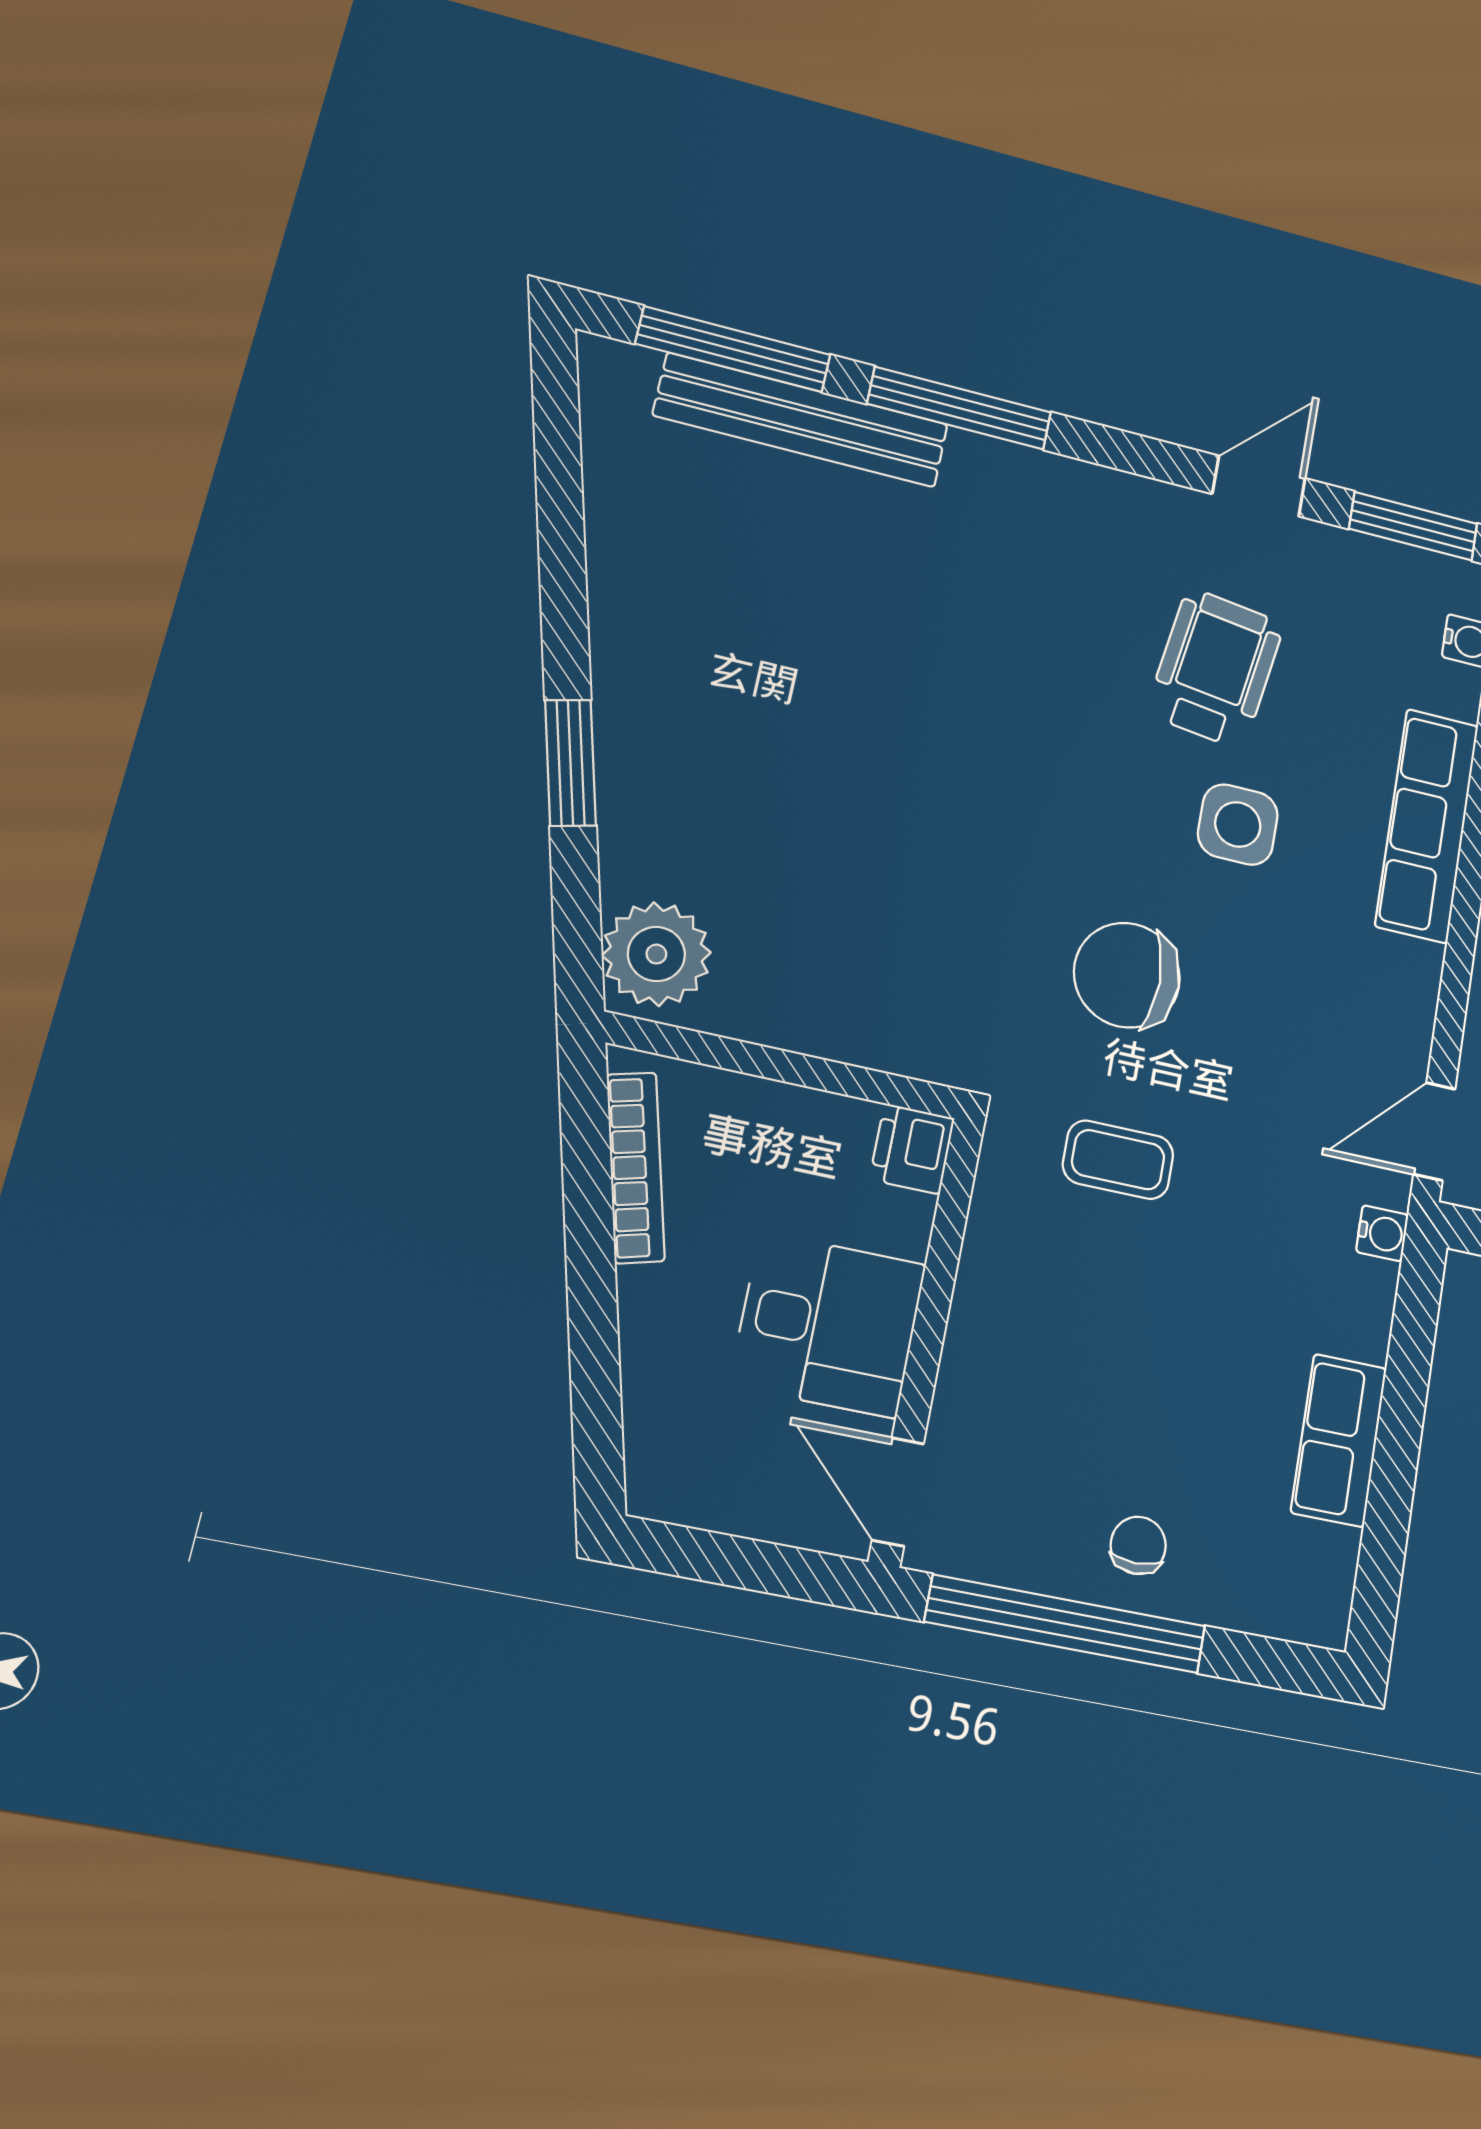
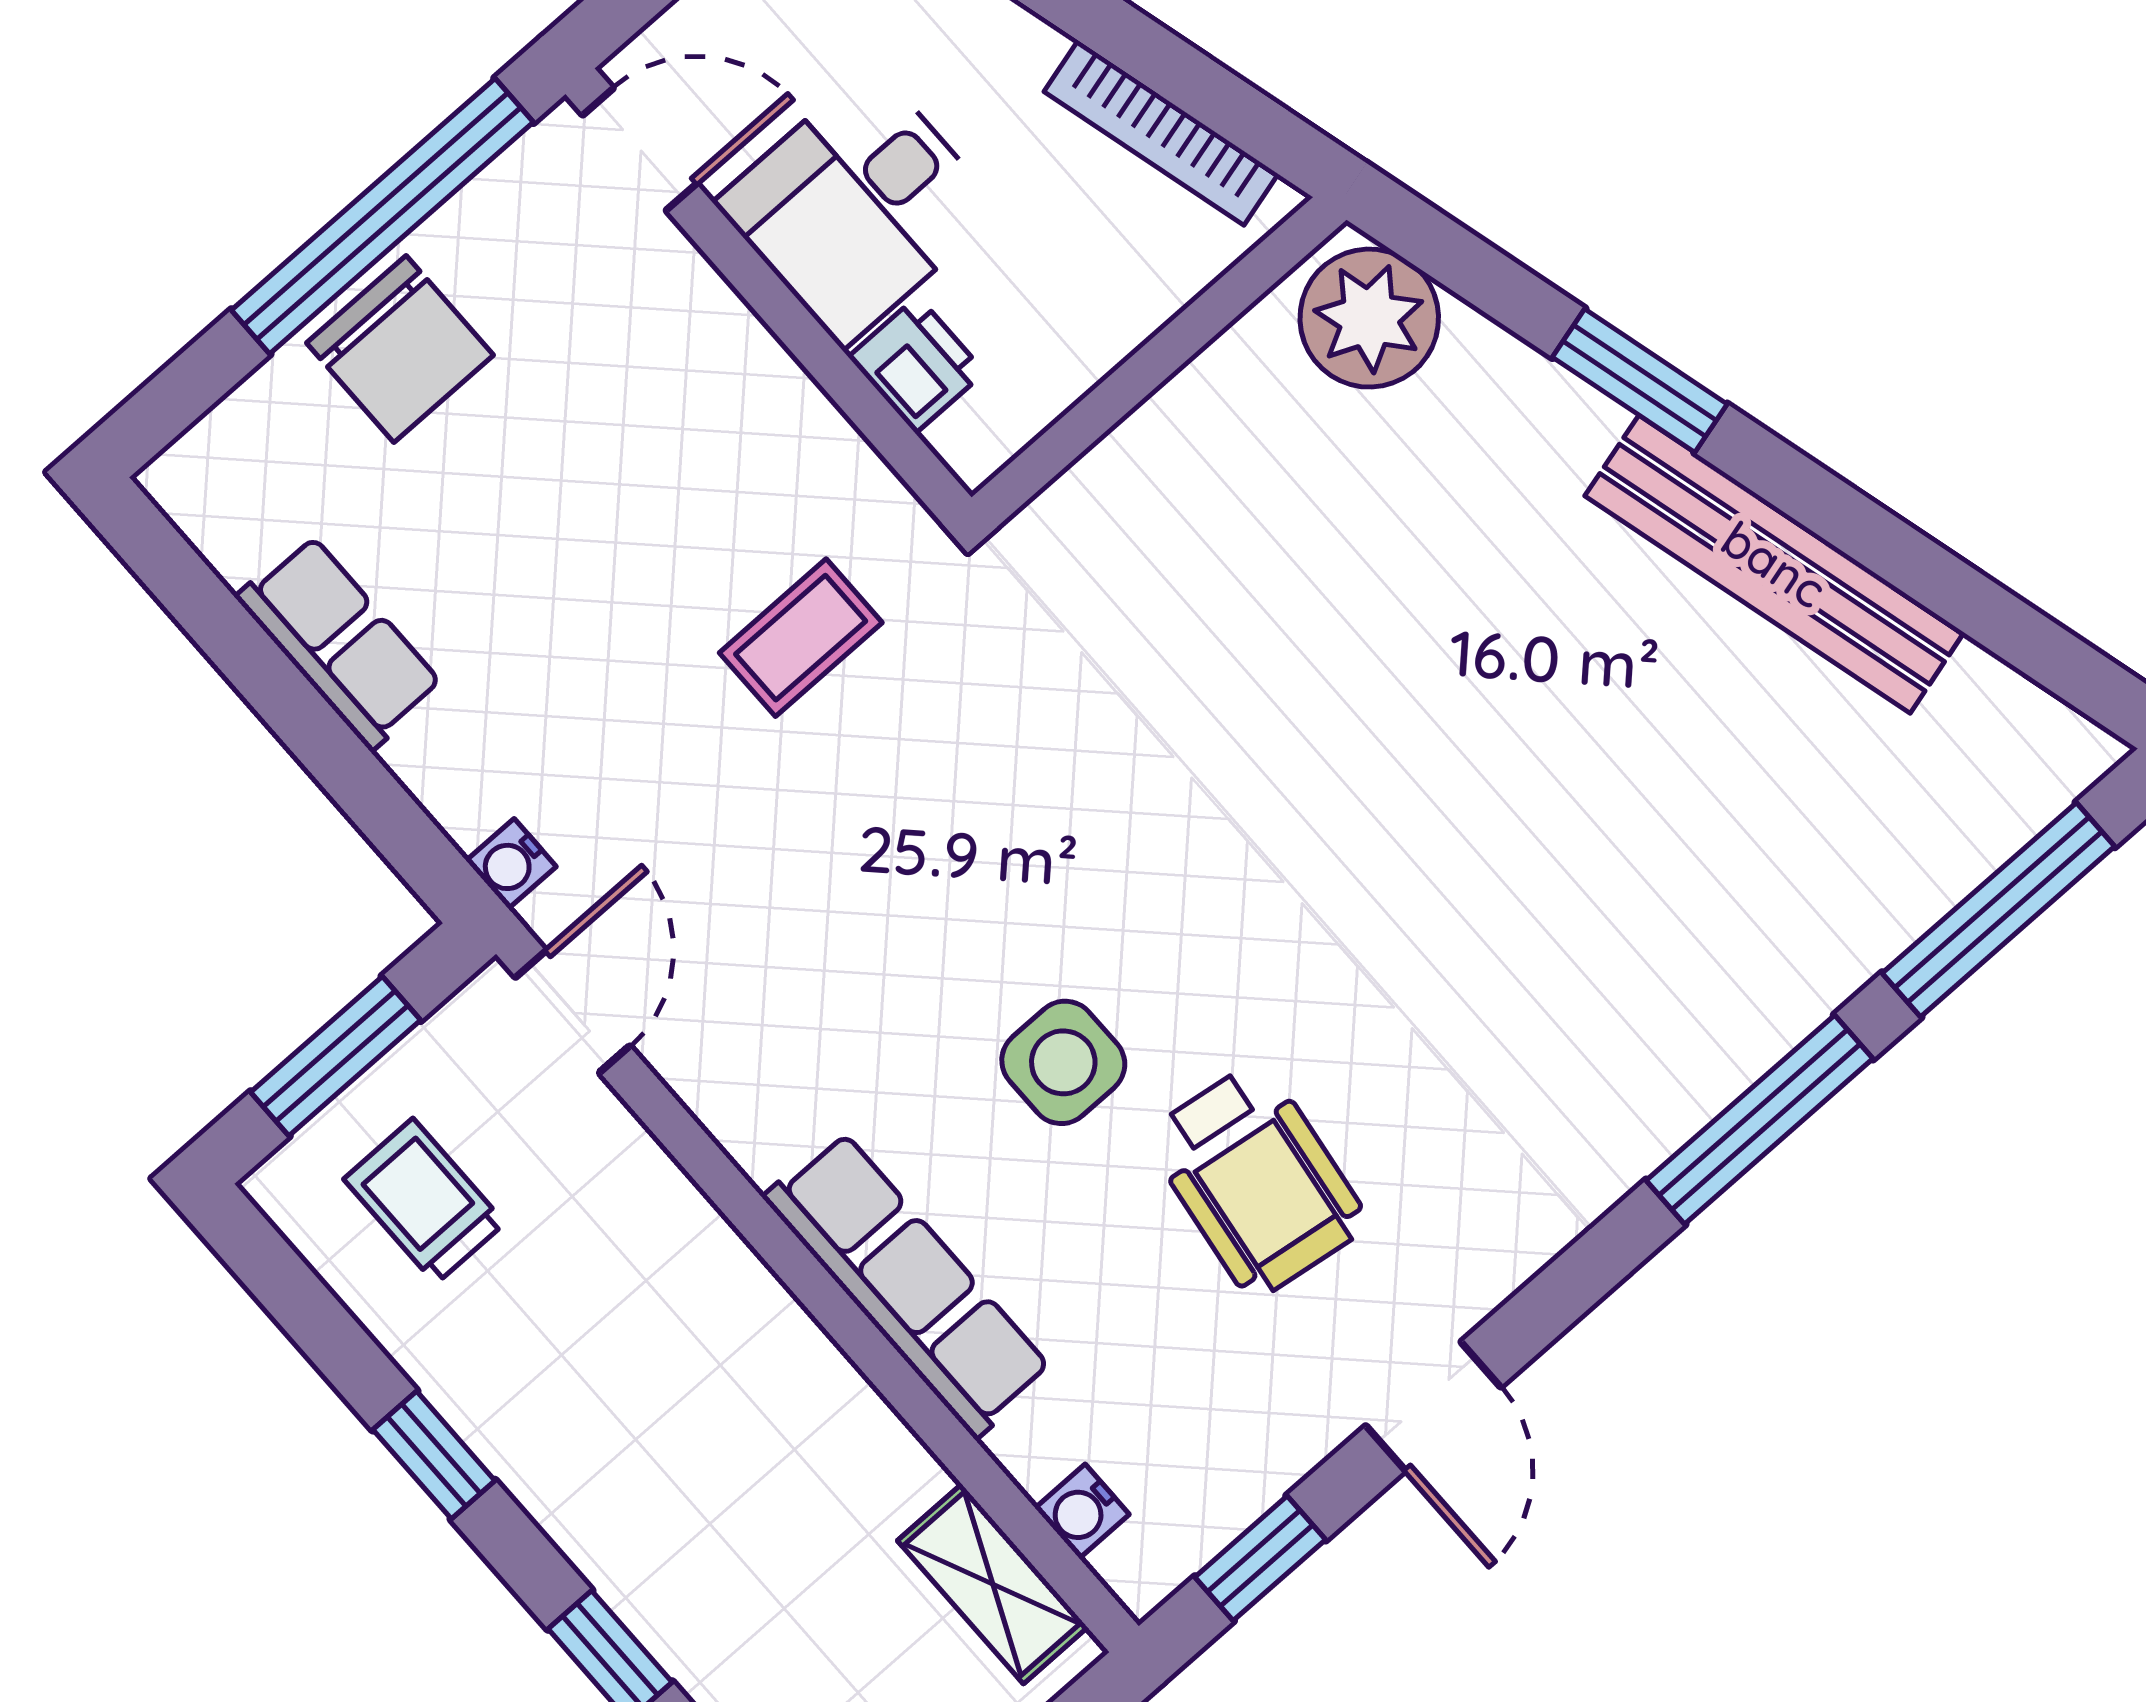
bench: (801, 420) -> (1774, 564), moved, turned 75
window: (1413, 526) -> (1260, 1558), width x0.67
chair: (1127, 975) -> (988, 804), removed
printer: (912, 1149) -> (916, 365), moved
chair: (1138, 1545) -> (400, 349), width x1.87, depth x1.87

